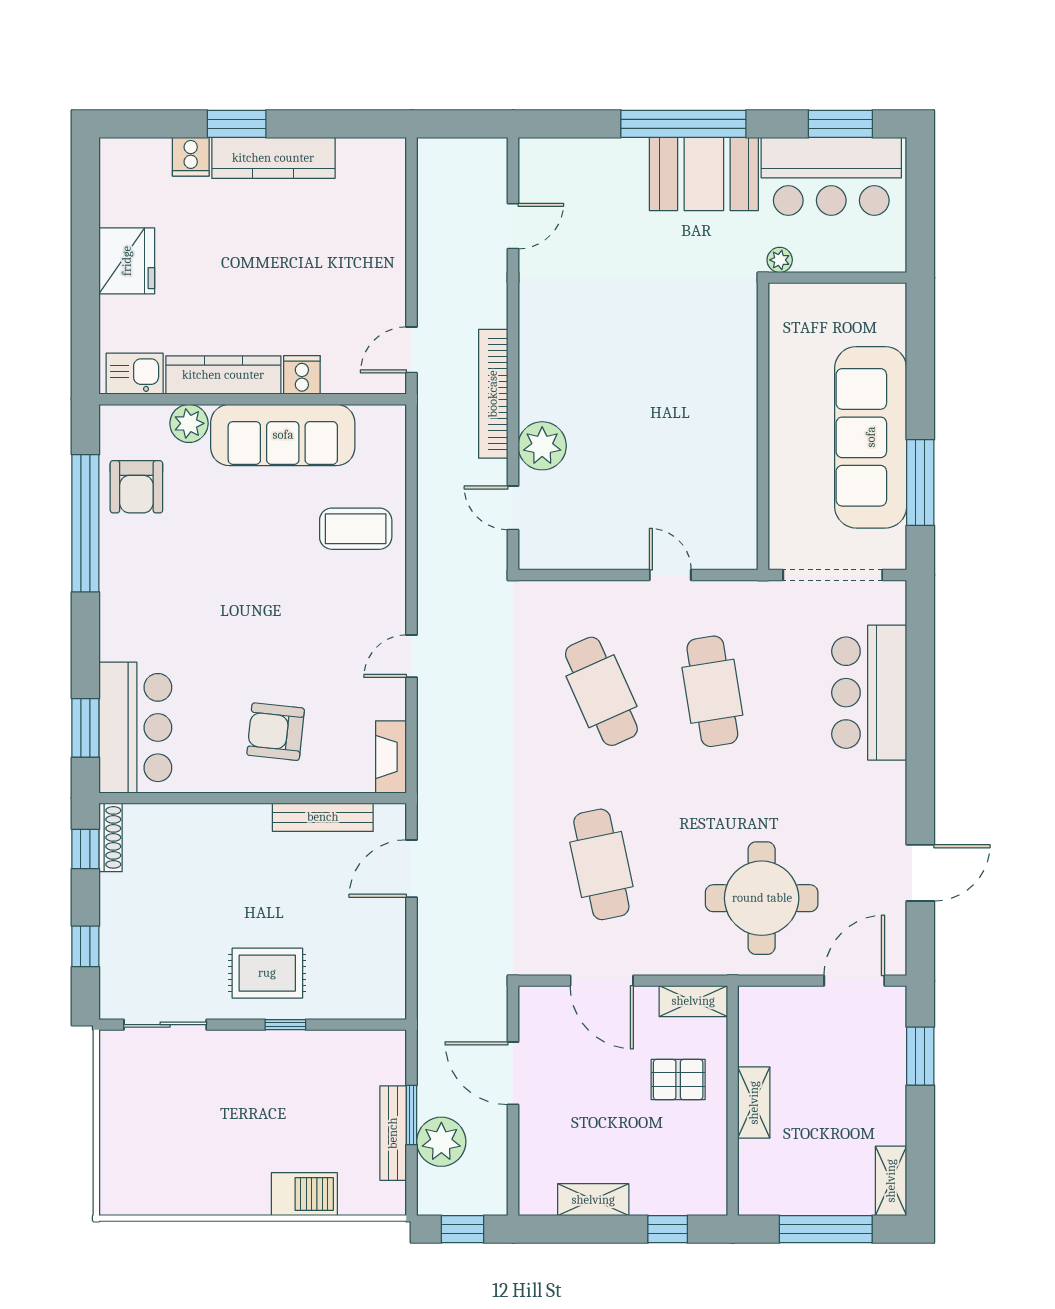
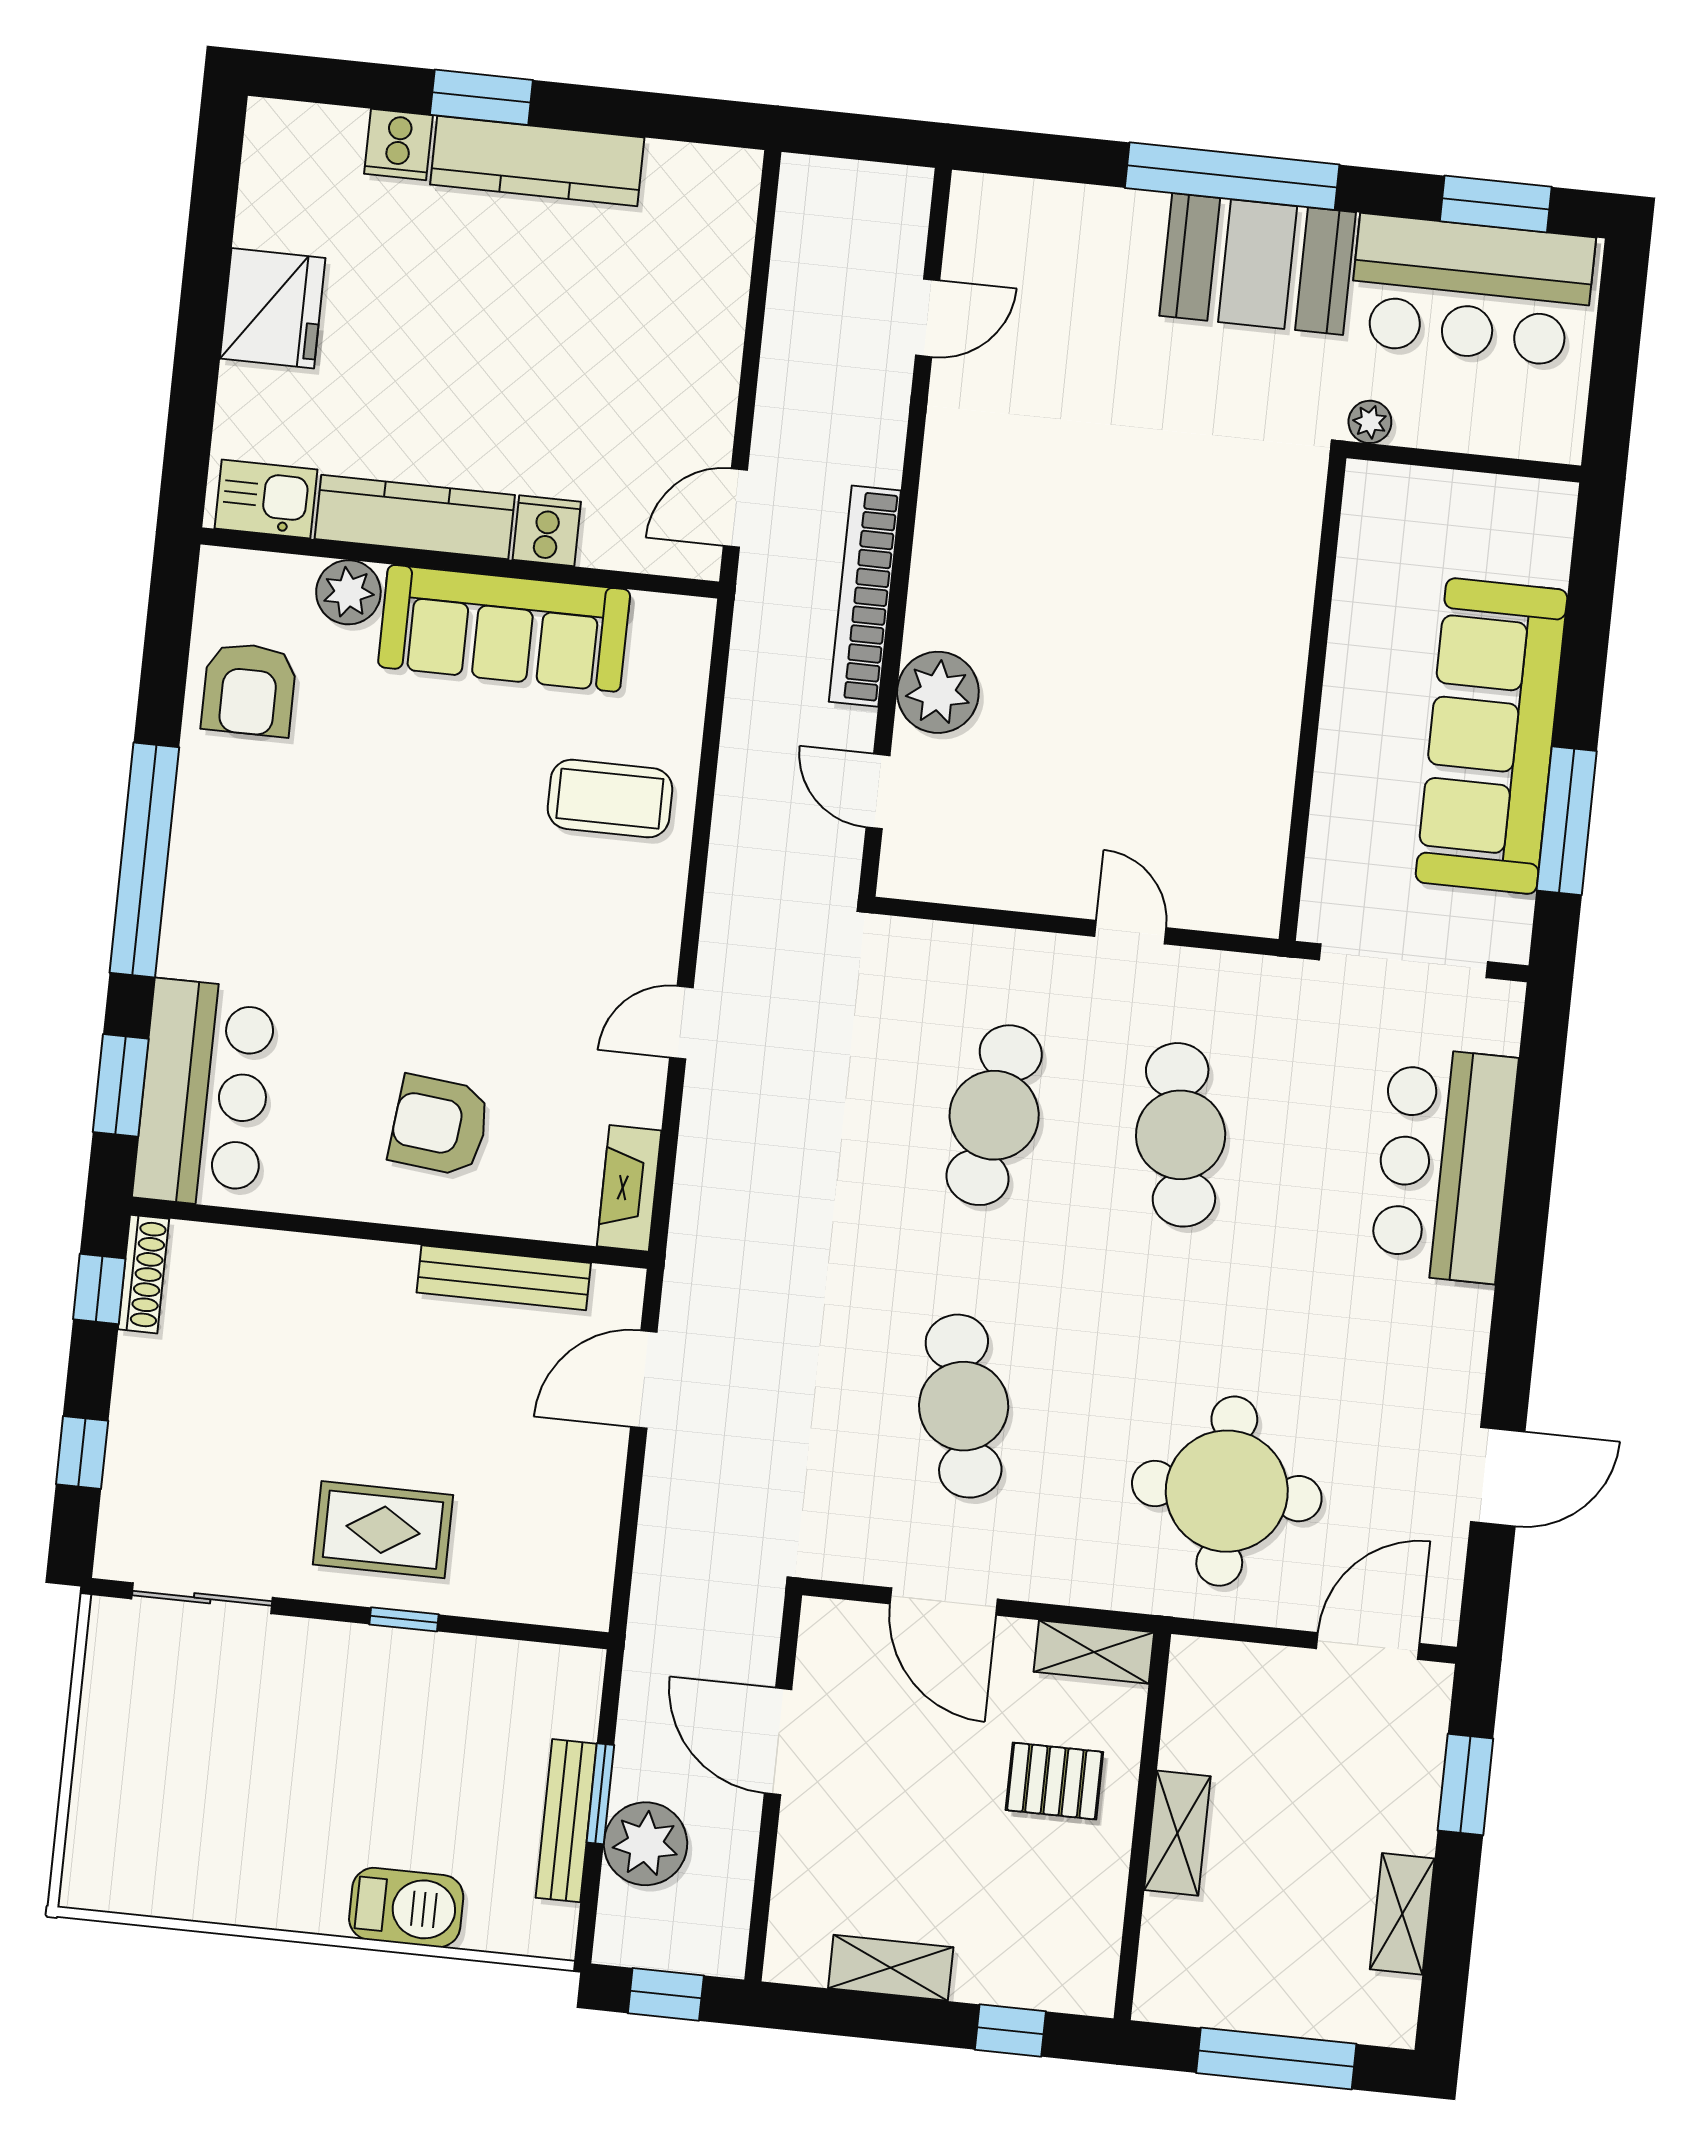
window: (85, 523) -> (144, 860), moved
cafe table: (601, 691) -> (994, 1115), turned 33
shelving: (891, 1181) -> (1402, 1914), moved

